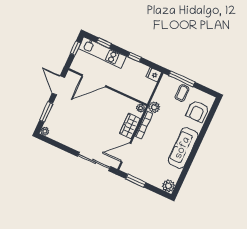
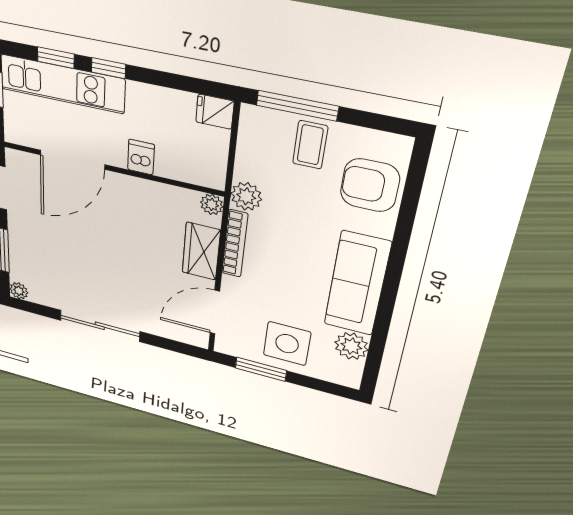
window: (135, 57) -> (109, 68), moved
dishwasher: (121, 85) -> (141, 157), added
armchair: (197, 111) -> (370, 185), turned 90
sliding door: (94, 161) -> (100, 326), moved
side table: (150, 170) -> (287, 344), added
plant: (168, 186) -> (351, 346), moved

